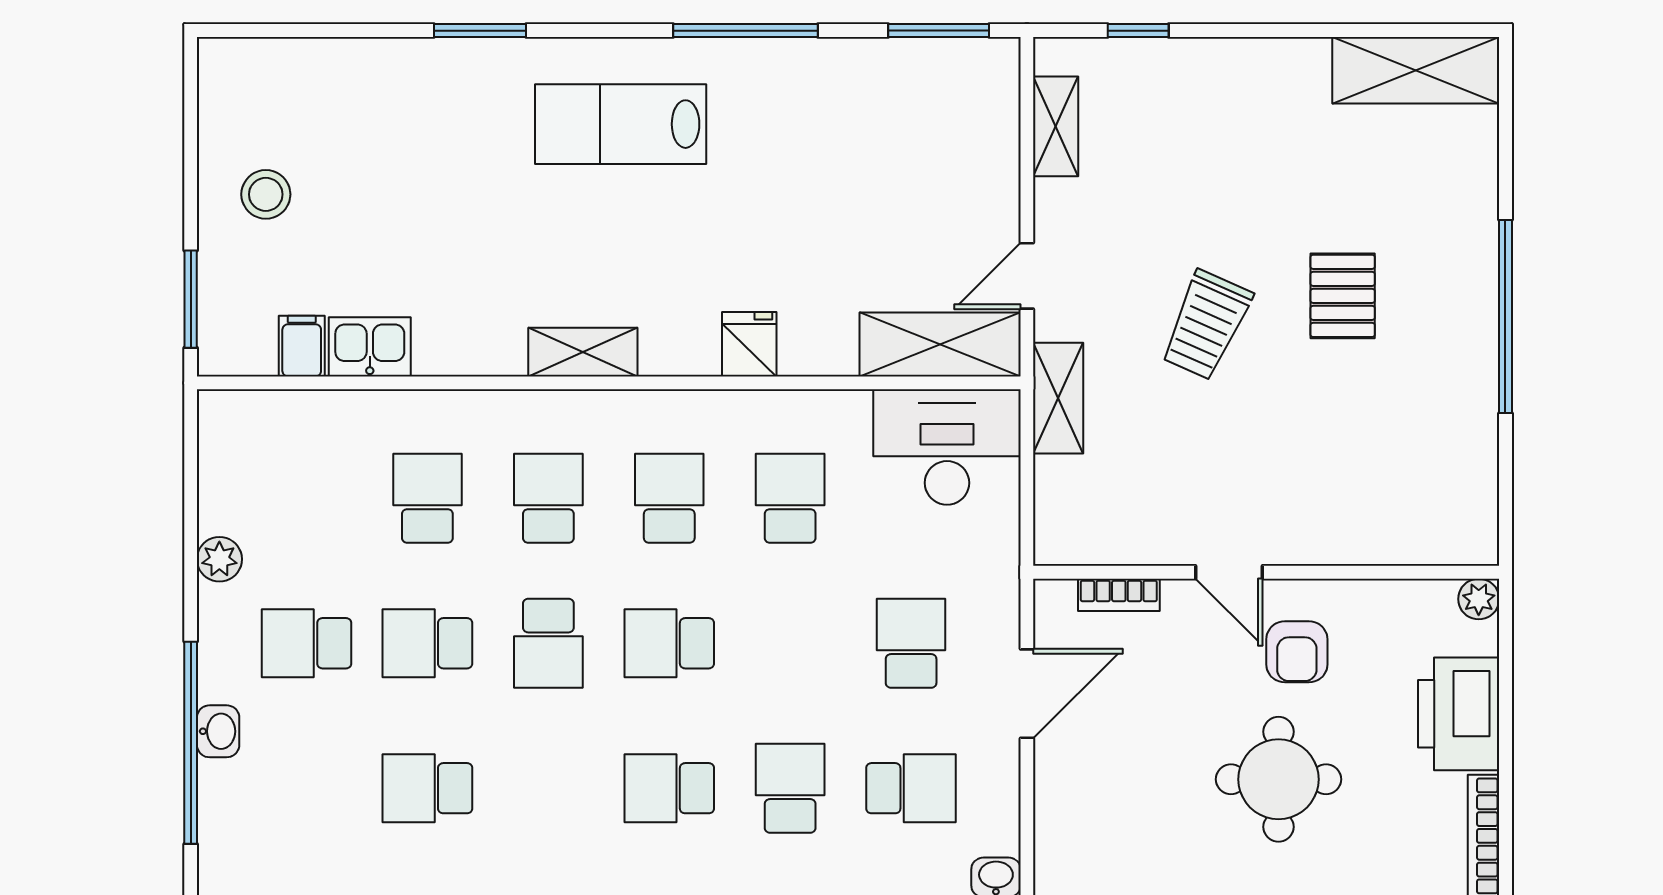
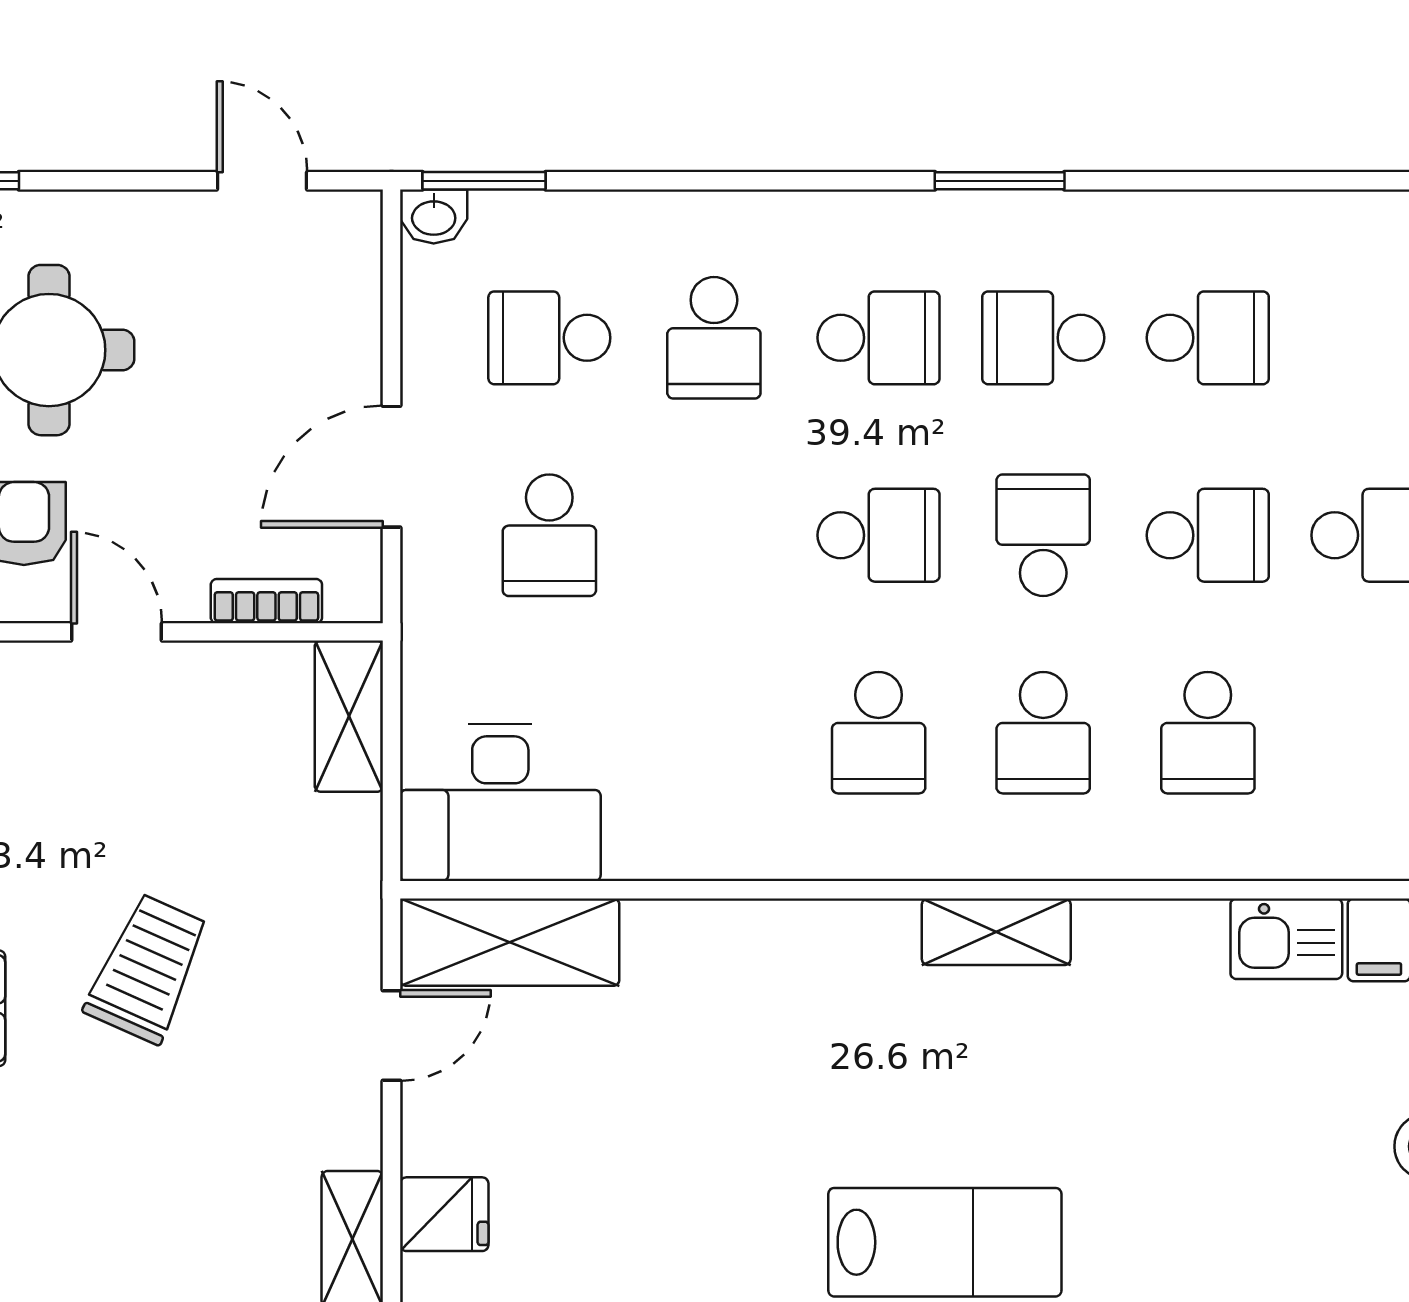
fridge: (749, 344) -> (444, 1214), moved, turned -90
shelving: (1058, 398) -> (349, 716), moved
school desk: (790, 498) -> (1043, 338), moved, turned 90

